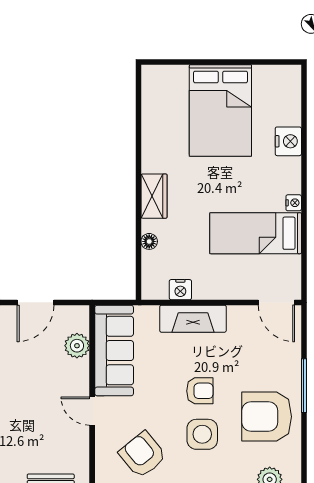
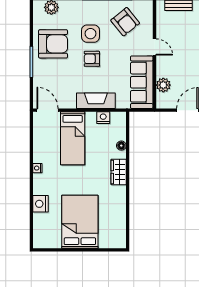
bed: (256, 233) -> (73, 138), moved, turned 90

